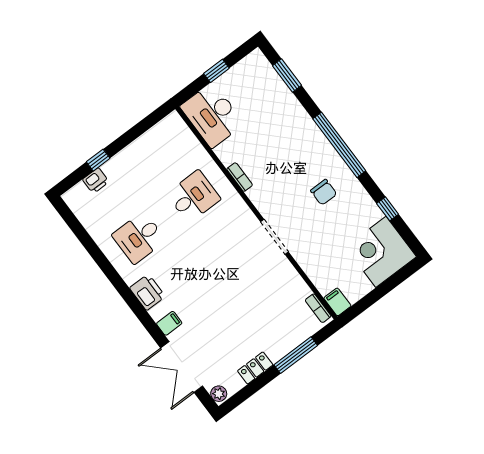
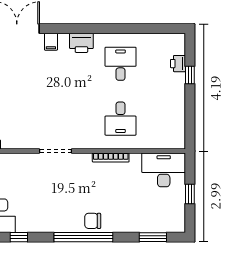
bookcase: (240, 177) -> (111, 157), width x1.56
chair: (324, 192) -> (93, 221), moved

